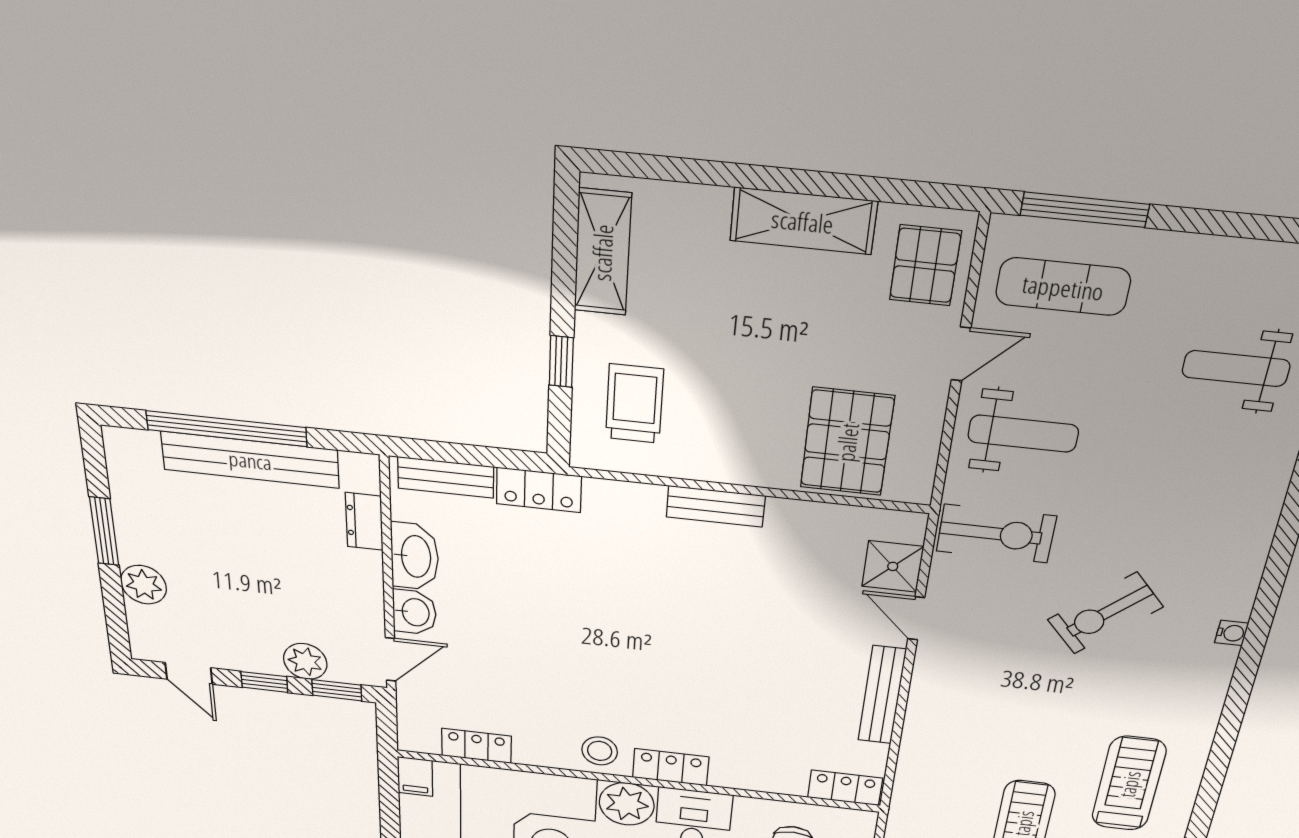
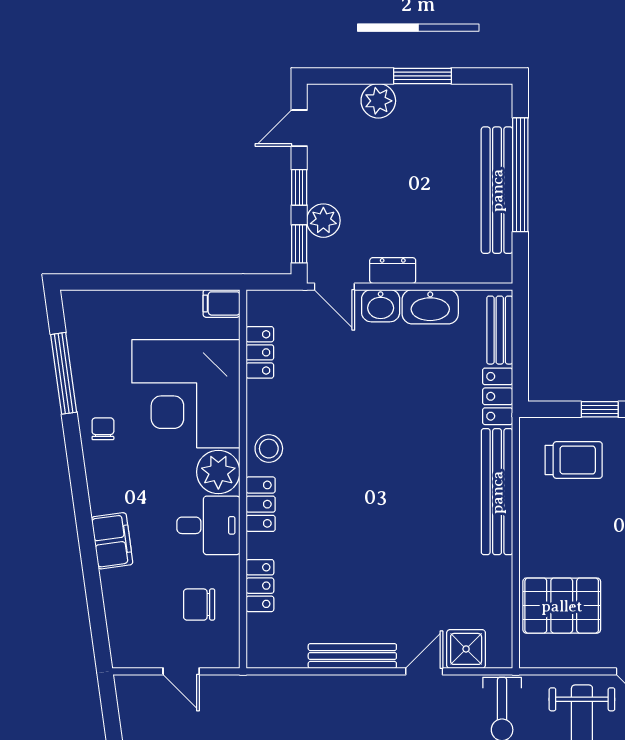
bench: (716, 506) -> (497, 492), width x1.86, depth x1.21
dresser: (364, 521) -> (393, 271), moved
locker: (845, 788) -> (260, 586), moved

